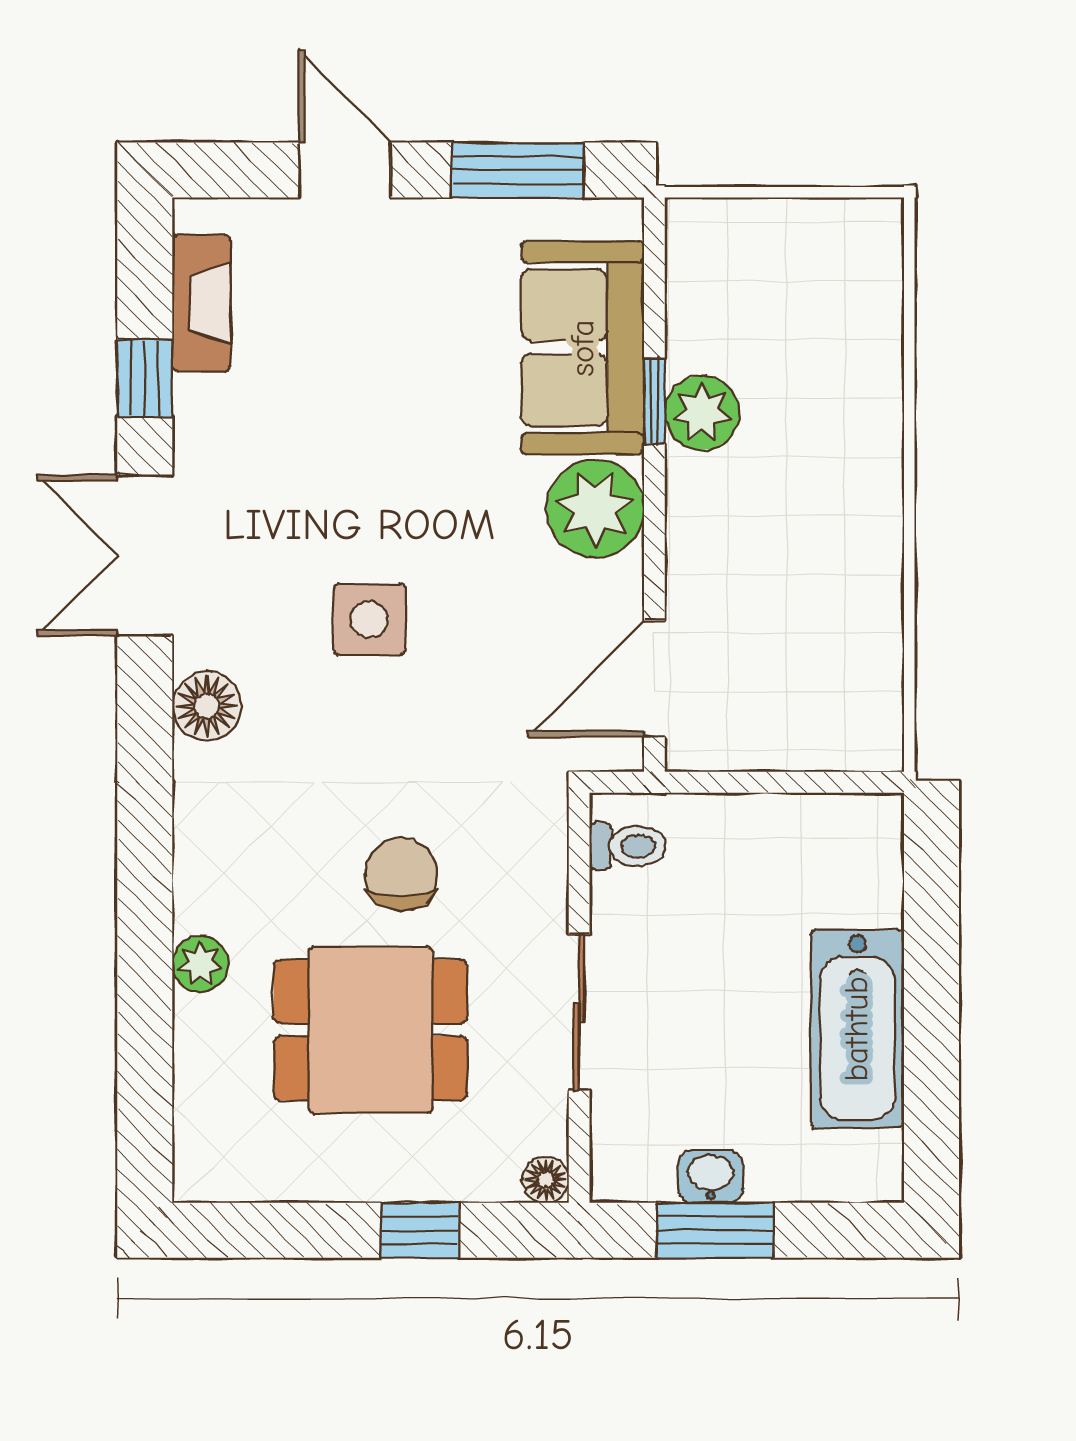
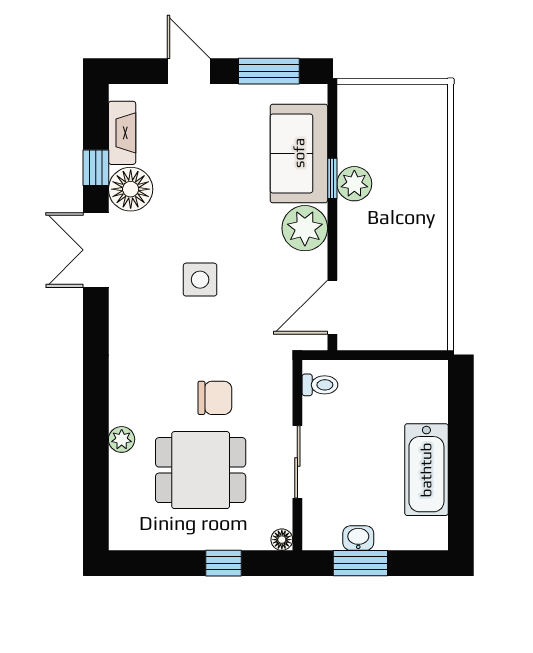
floor lamp: (207, 706) -> (131, 189), moved, width x1.38, depth x1.38
chair: (401, 874) -> (215, 398), turned 90

